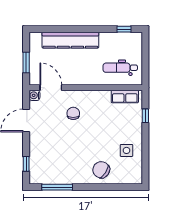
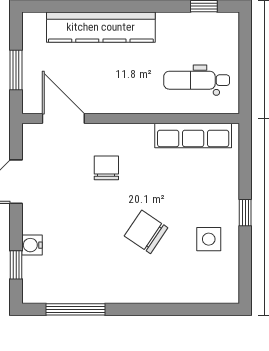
water cooler: (34, 95) -> (32, 245), moved
row of seats: (125, 96) -> (193, 135), width x1.48
window: (145, 116) -> (245, 213), moved
chair: (101, 170) -> (146, 232), moved

